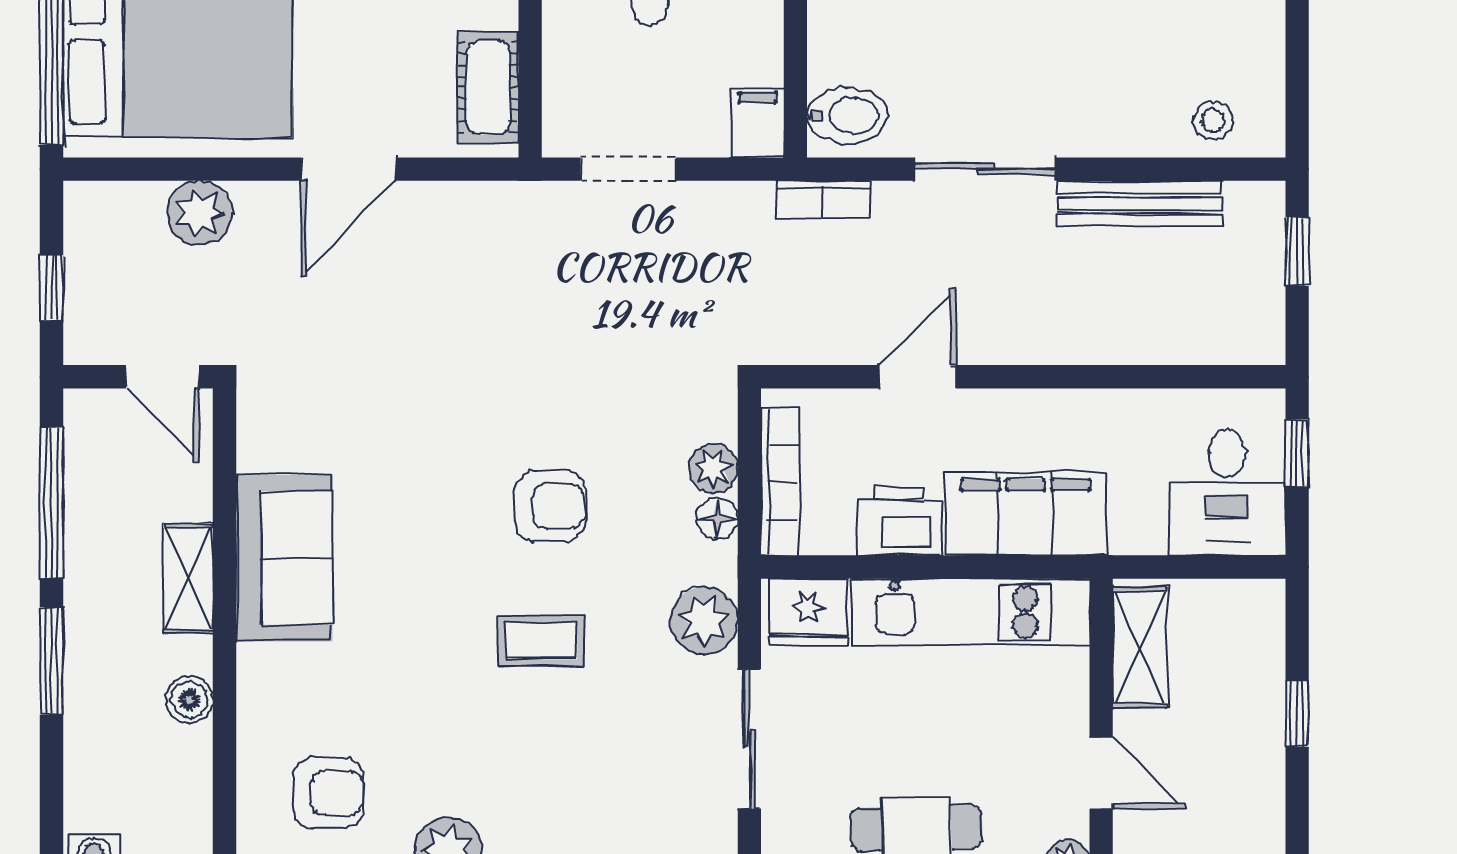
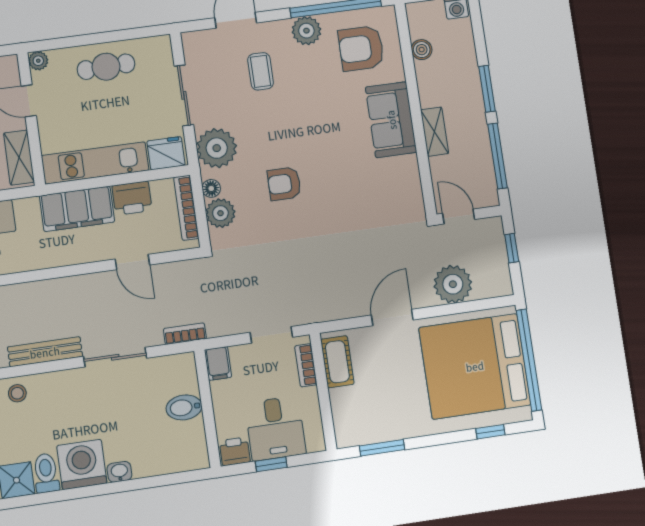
bookcase: (561, 90) -> (306, 365), added
bidet: (847, 116) -> (184, 407), moved
plant: (199, 213) -> (453, 284), width x1.36, depth x1.36
door: (918, 377) -> (132, 262), hinge flipped
plant: (713, 469) -> (220, 213), width x1.38, depth x1.38
sofa: (284, 558) -> (391, 120), moved
plant: (704, 621) -> (217, 148), width x1.36, depth x1.36
coffee table: (541, 641) -> (261, 71), moved, turned 90
boiler: (189, 700) -> (422, 50), moved
armchair: (328, 793) -> (361, 48), width x1.38, depth x1.38

